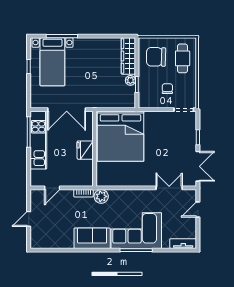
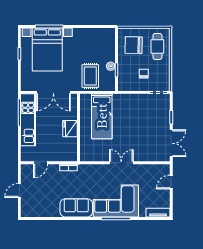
wardrobe: (128, 56) -> (109, 44), removed
bed with nightstands: (52, 62) -> (47, 50), width x1.36
rug: (108, 91) -> (90, 76), added
bed: (120, 136) -> (102, 116), width x0.49
double door: (169, 188) -> (121, 163), moved
plant: (101, 196) -> (84, 170), removed

